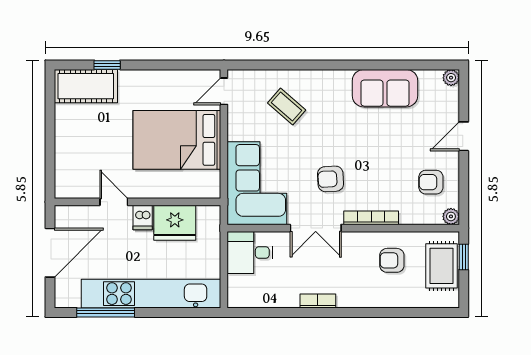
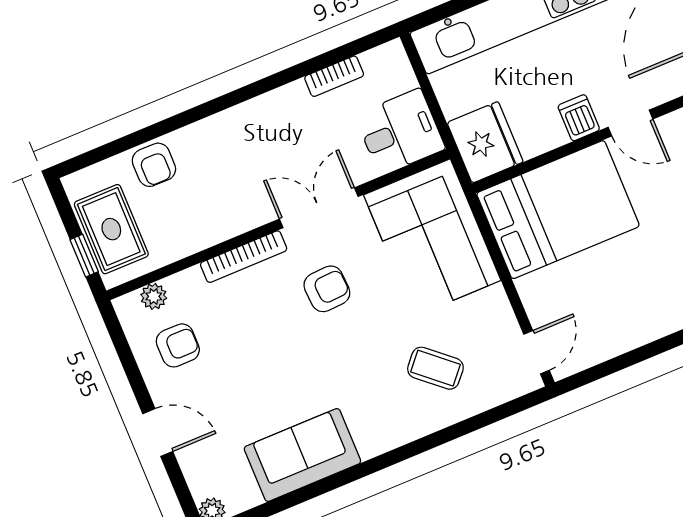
door: (464, 136) -> (158, 433), hinge flipped
bed: (177, 140) -> (558, 210), moved
plant: (451, 216) -> (154, 296), moved
fridge: (175, 223) -> (485, 142), moved, turned 90
armchair: (392, 260) -> (154, 165), moved, turned 90
bookcase: (318, 301) -> (334, 76), moved

